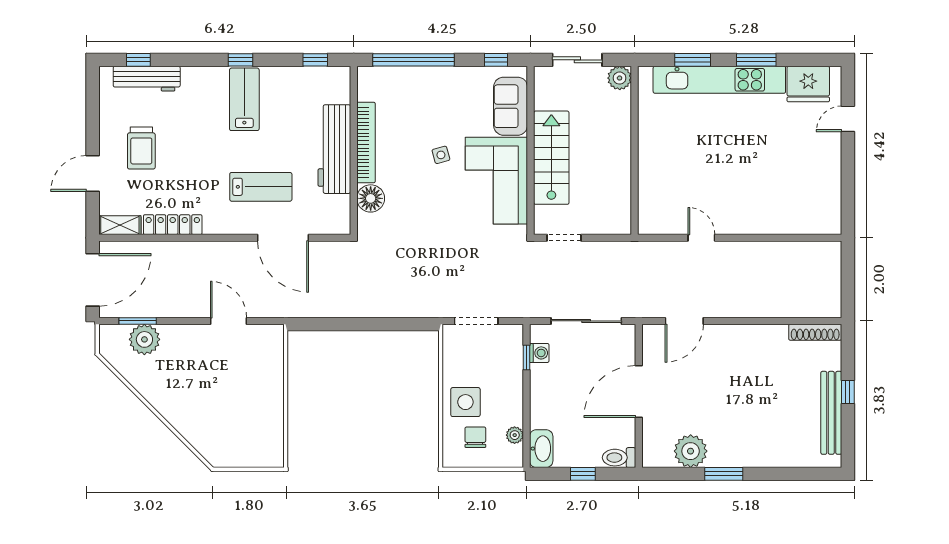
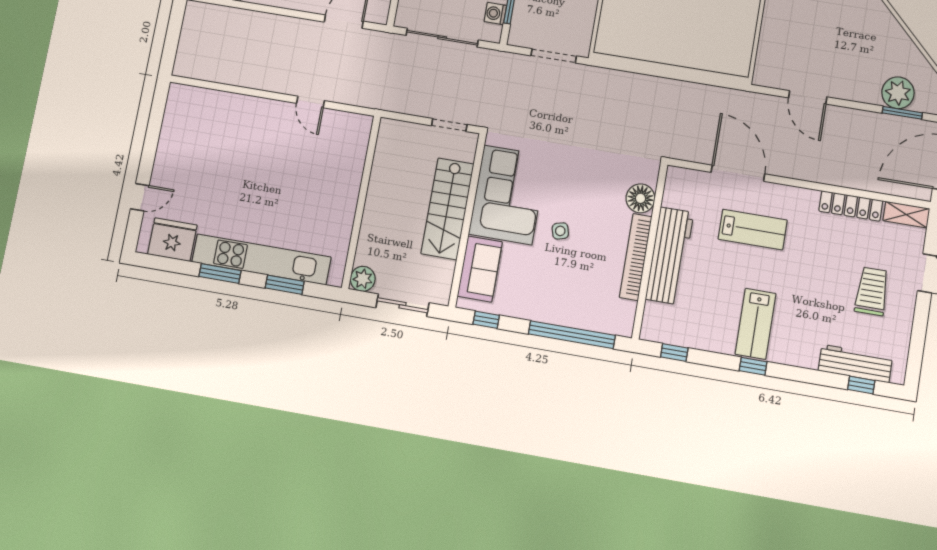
lab bench: (261, 187) -> (753, 230), turned 180

